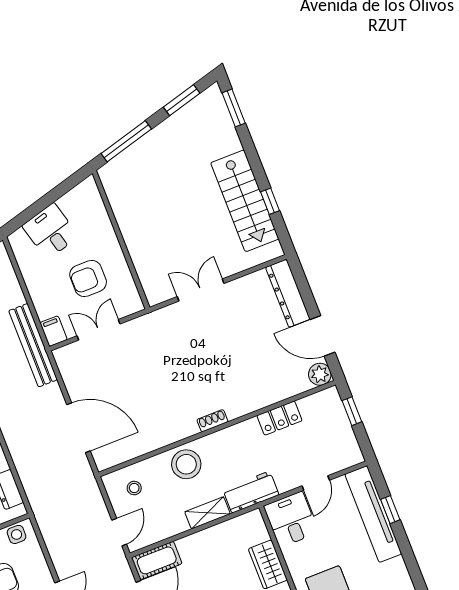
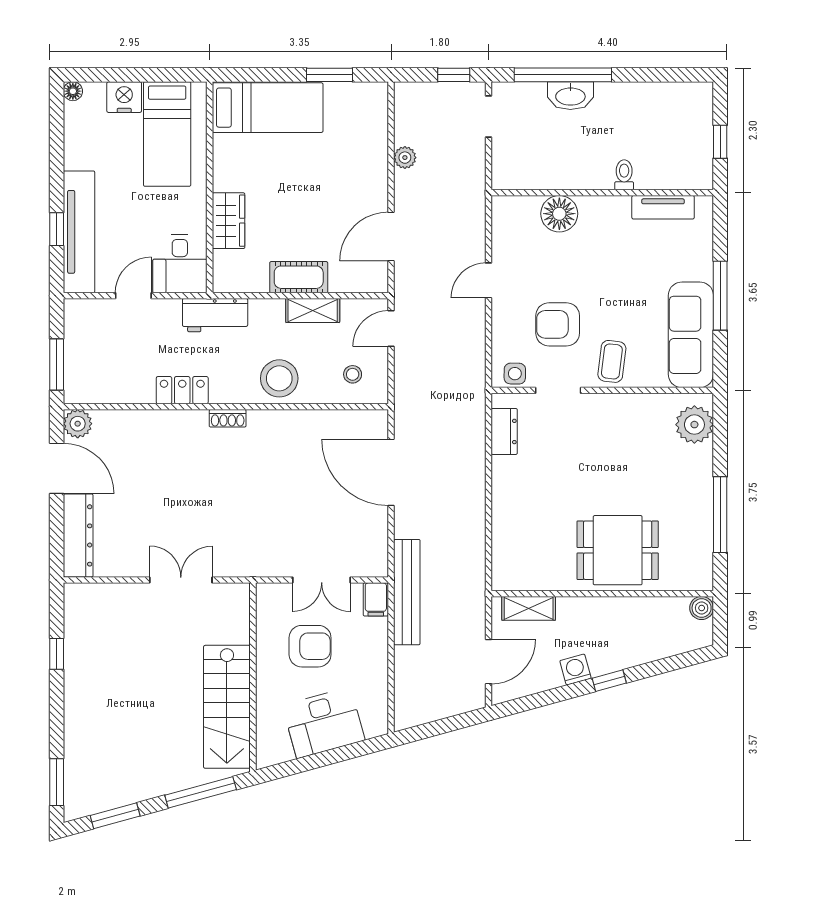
stairs: (245, 201) -> (227, 707), moved, turned 180
desk: (50, 231) -> (324, 723), width x1.37
double door: (201, 290) -> (181, 580), swing flipped
window: (352, 411) -> (57, 365), width x1.50
locker: (280, 418) -> (182, 390), moved
shelving: (207, 513) -> (313, 310), moved
cot: (157, 560) -> (299, 277), moved

